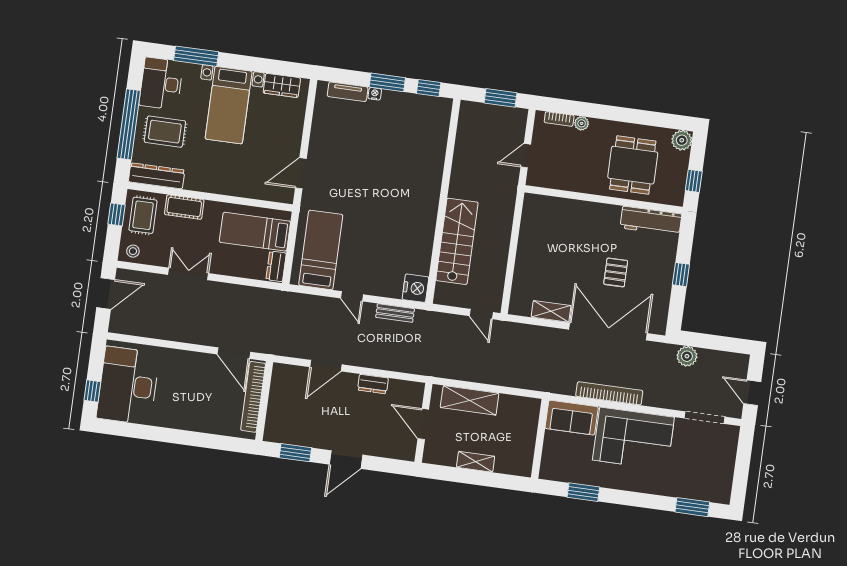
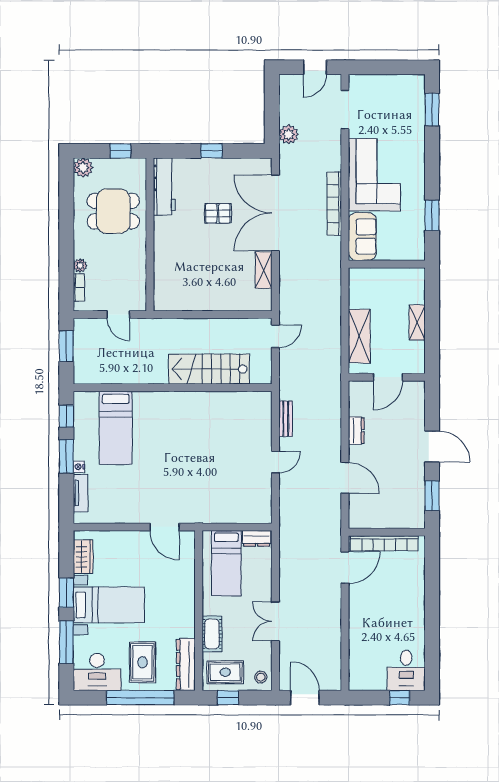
window: (247, 63) -> (66, 593), added
bed: (321, 250) -> (116, 428), moved, turned -90
nightstand: (415, 288) -> (259, 402), removed
desk: (128, 386) -> (406, 670), width x0.53, depth x0.77

